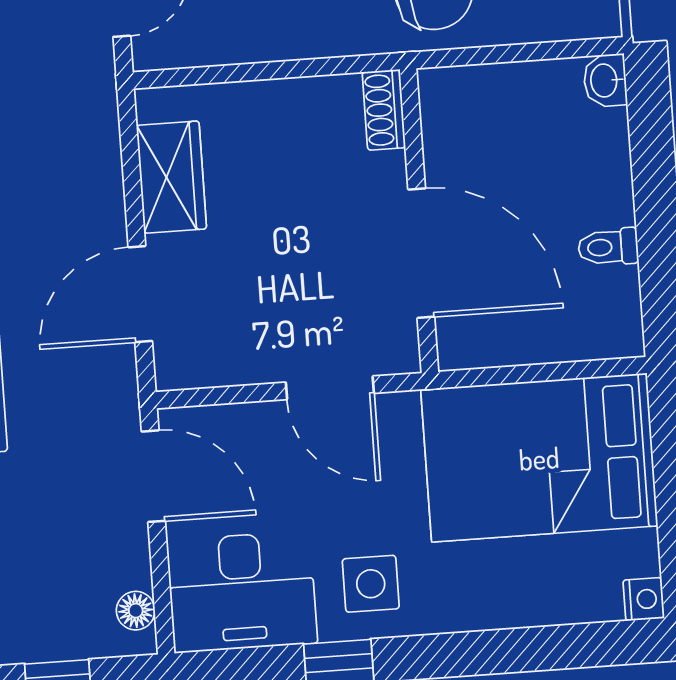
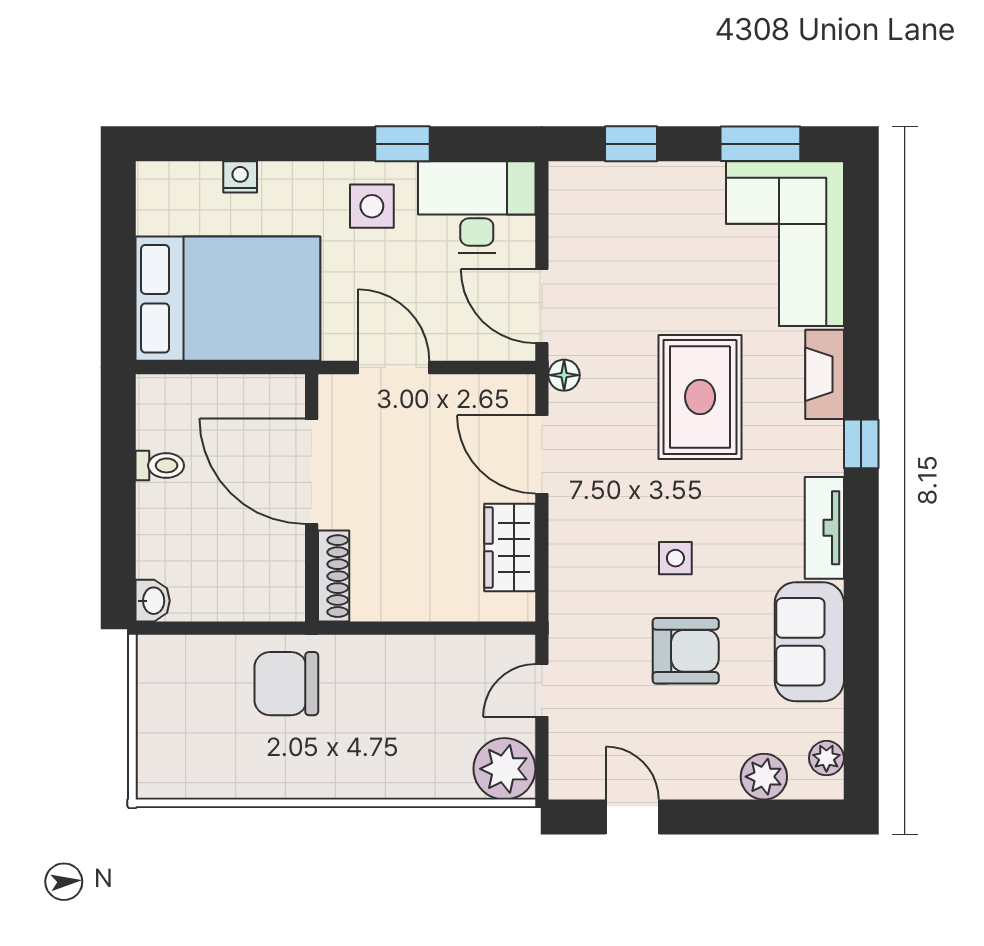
shoe rack: (384, 110) -> (334, 576), width x1.43
door: (140, 294) -> (542, 454), swing flipped
nightstand: (644, 599) -> (240, 177), moved, turned 90
floor lamp: (136, 611) -> (564, 375), moved

